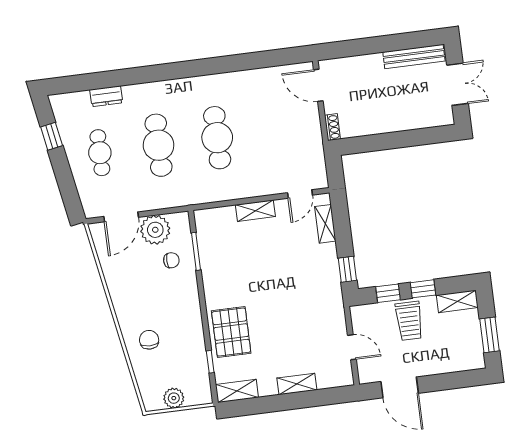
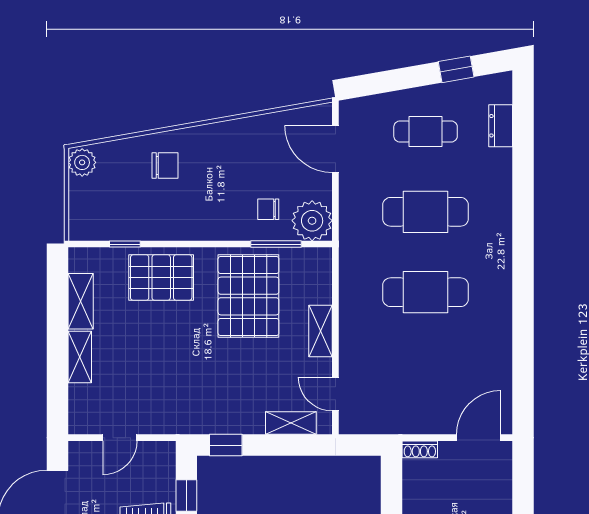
dresser: (106, 96) -> (501, 126), moved
plant: (155, 230) -> (312, 221), moved
chair: (171, 260) -> (268, 209), turned 90
pallet: (237, 267) -> (248, 296), added
shelving: (237, 391) -> (81, 301), moved
plant: (174, 398) -> (82, 162), moved

